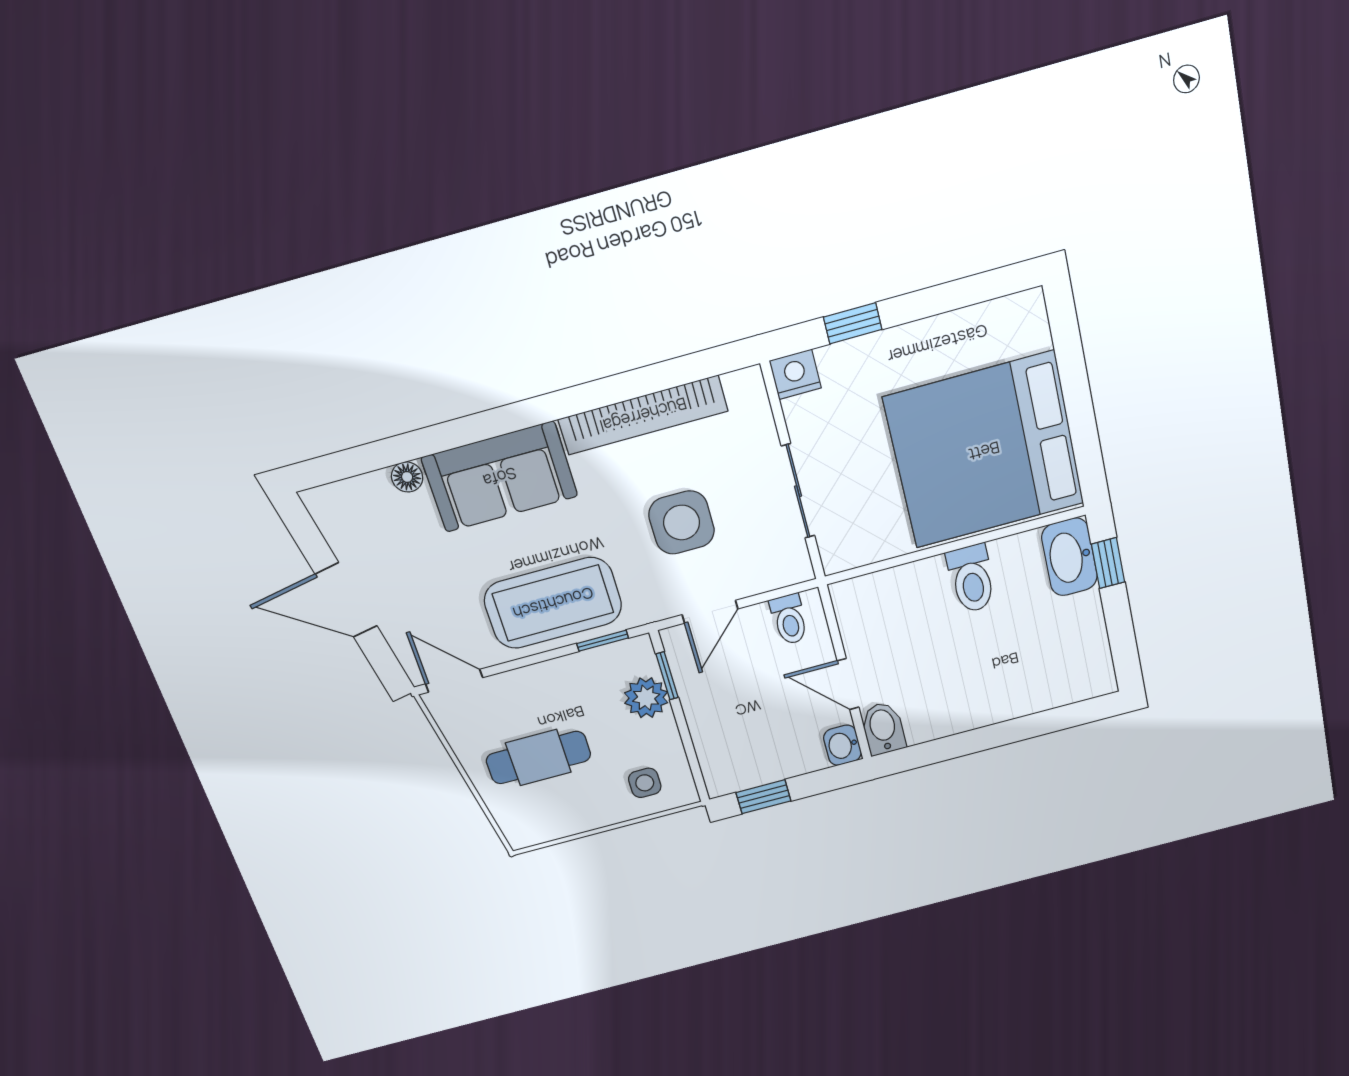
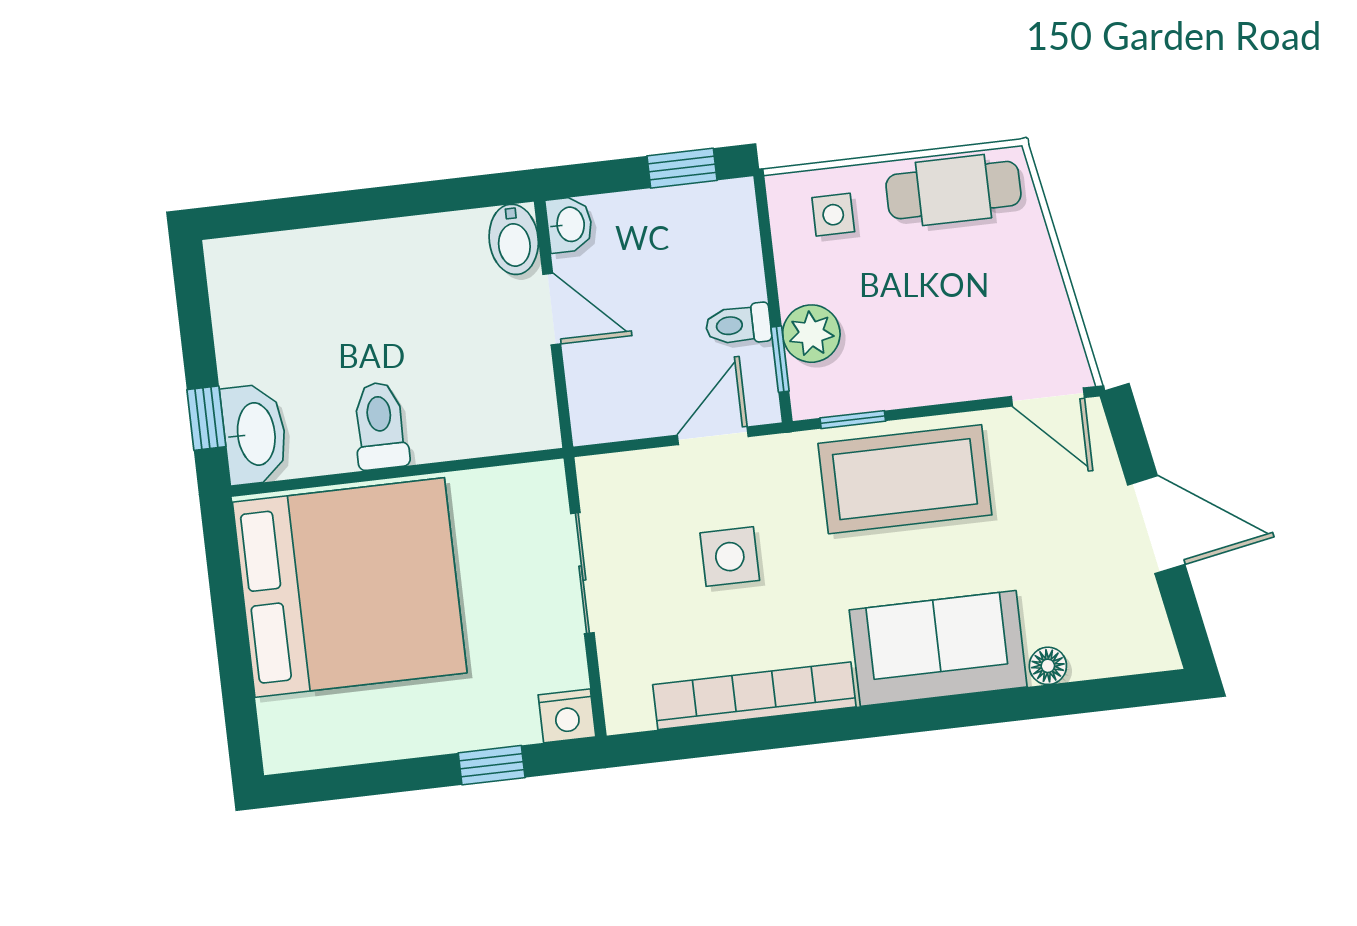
side table: (682, 523) -> (730, 557), width x0.73, depth x0.73
toilet: (789, 619) -> (738, 325), moved, turned -90
cafe table: (538, 758) -> (953, 190), moved

